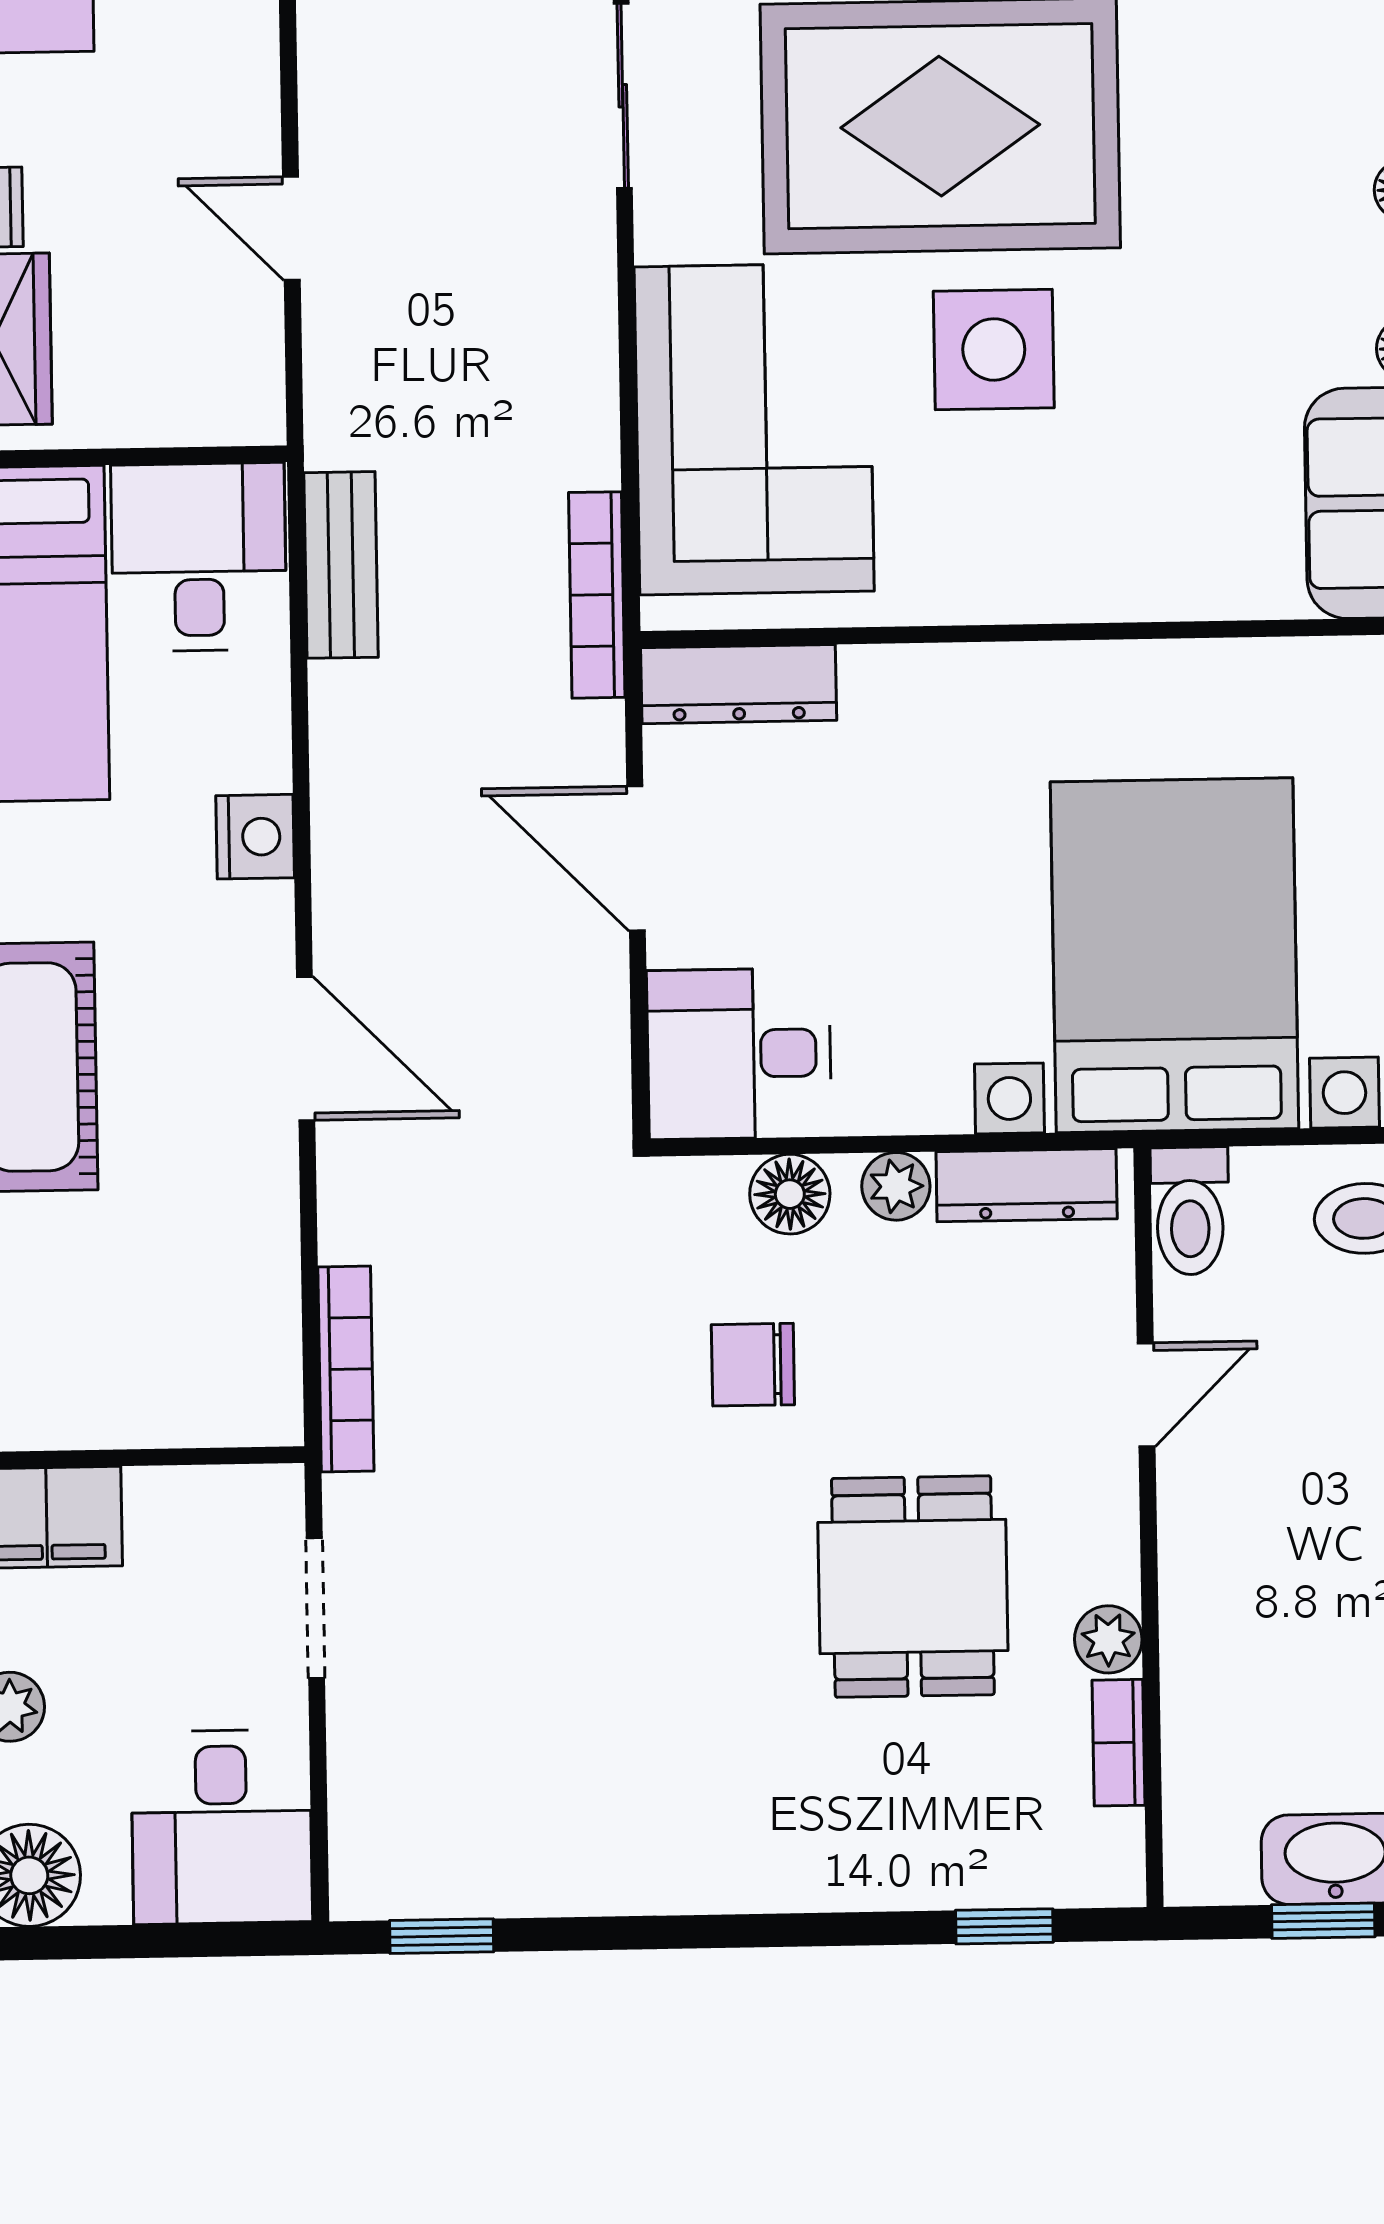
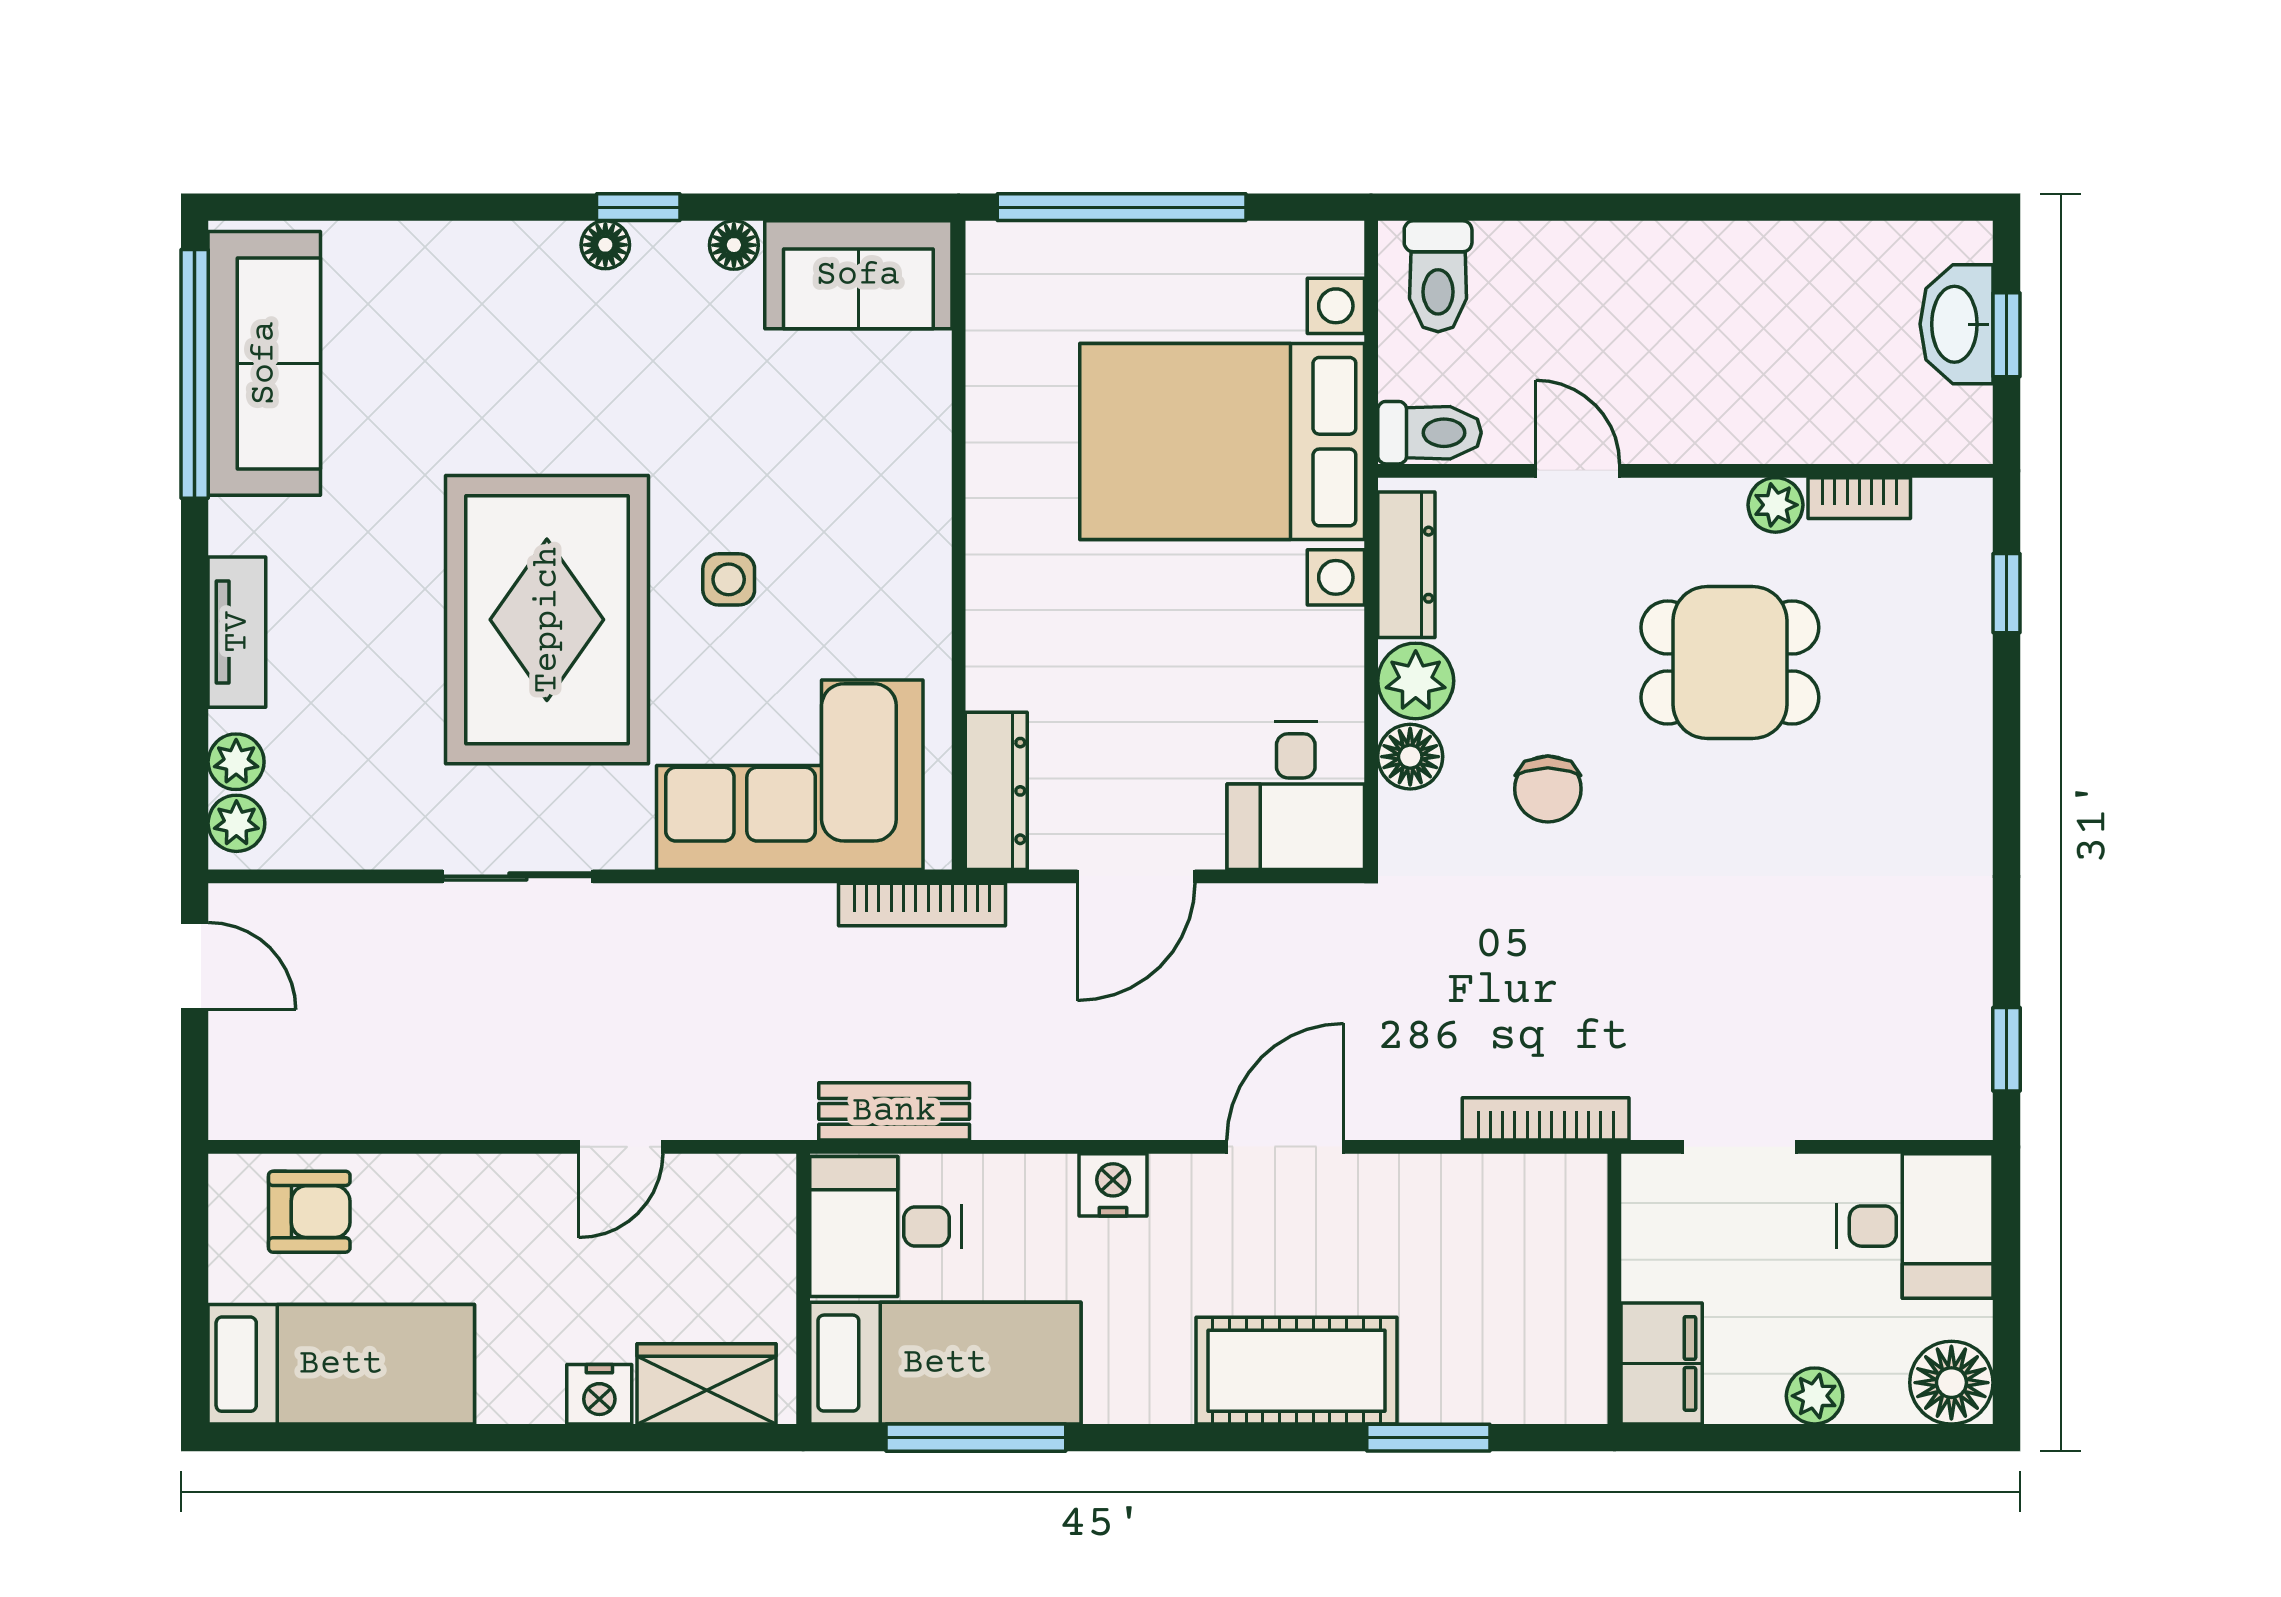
side table: (994, 349) -> (729, 579), width x0.54, depth x0.54
plant: (896, 1186) -> (1416, 681), width x1.38, depth x1.38

